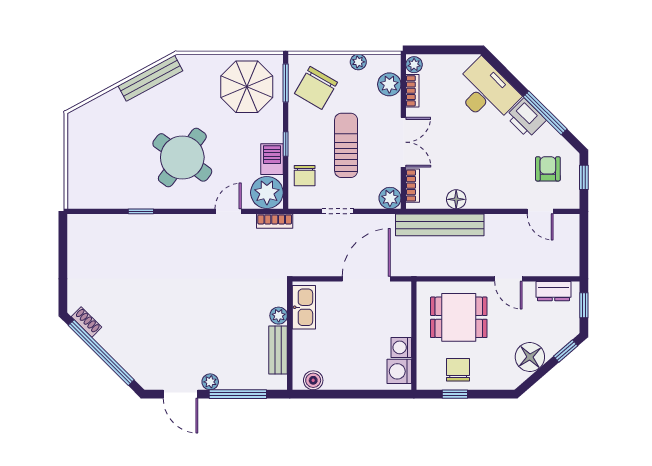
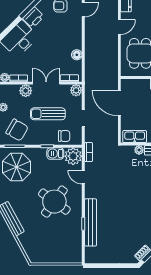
plant: (389, 84) -> (26, 91), moved
bench: (440, 225) -> (91, 222), moved

